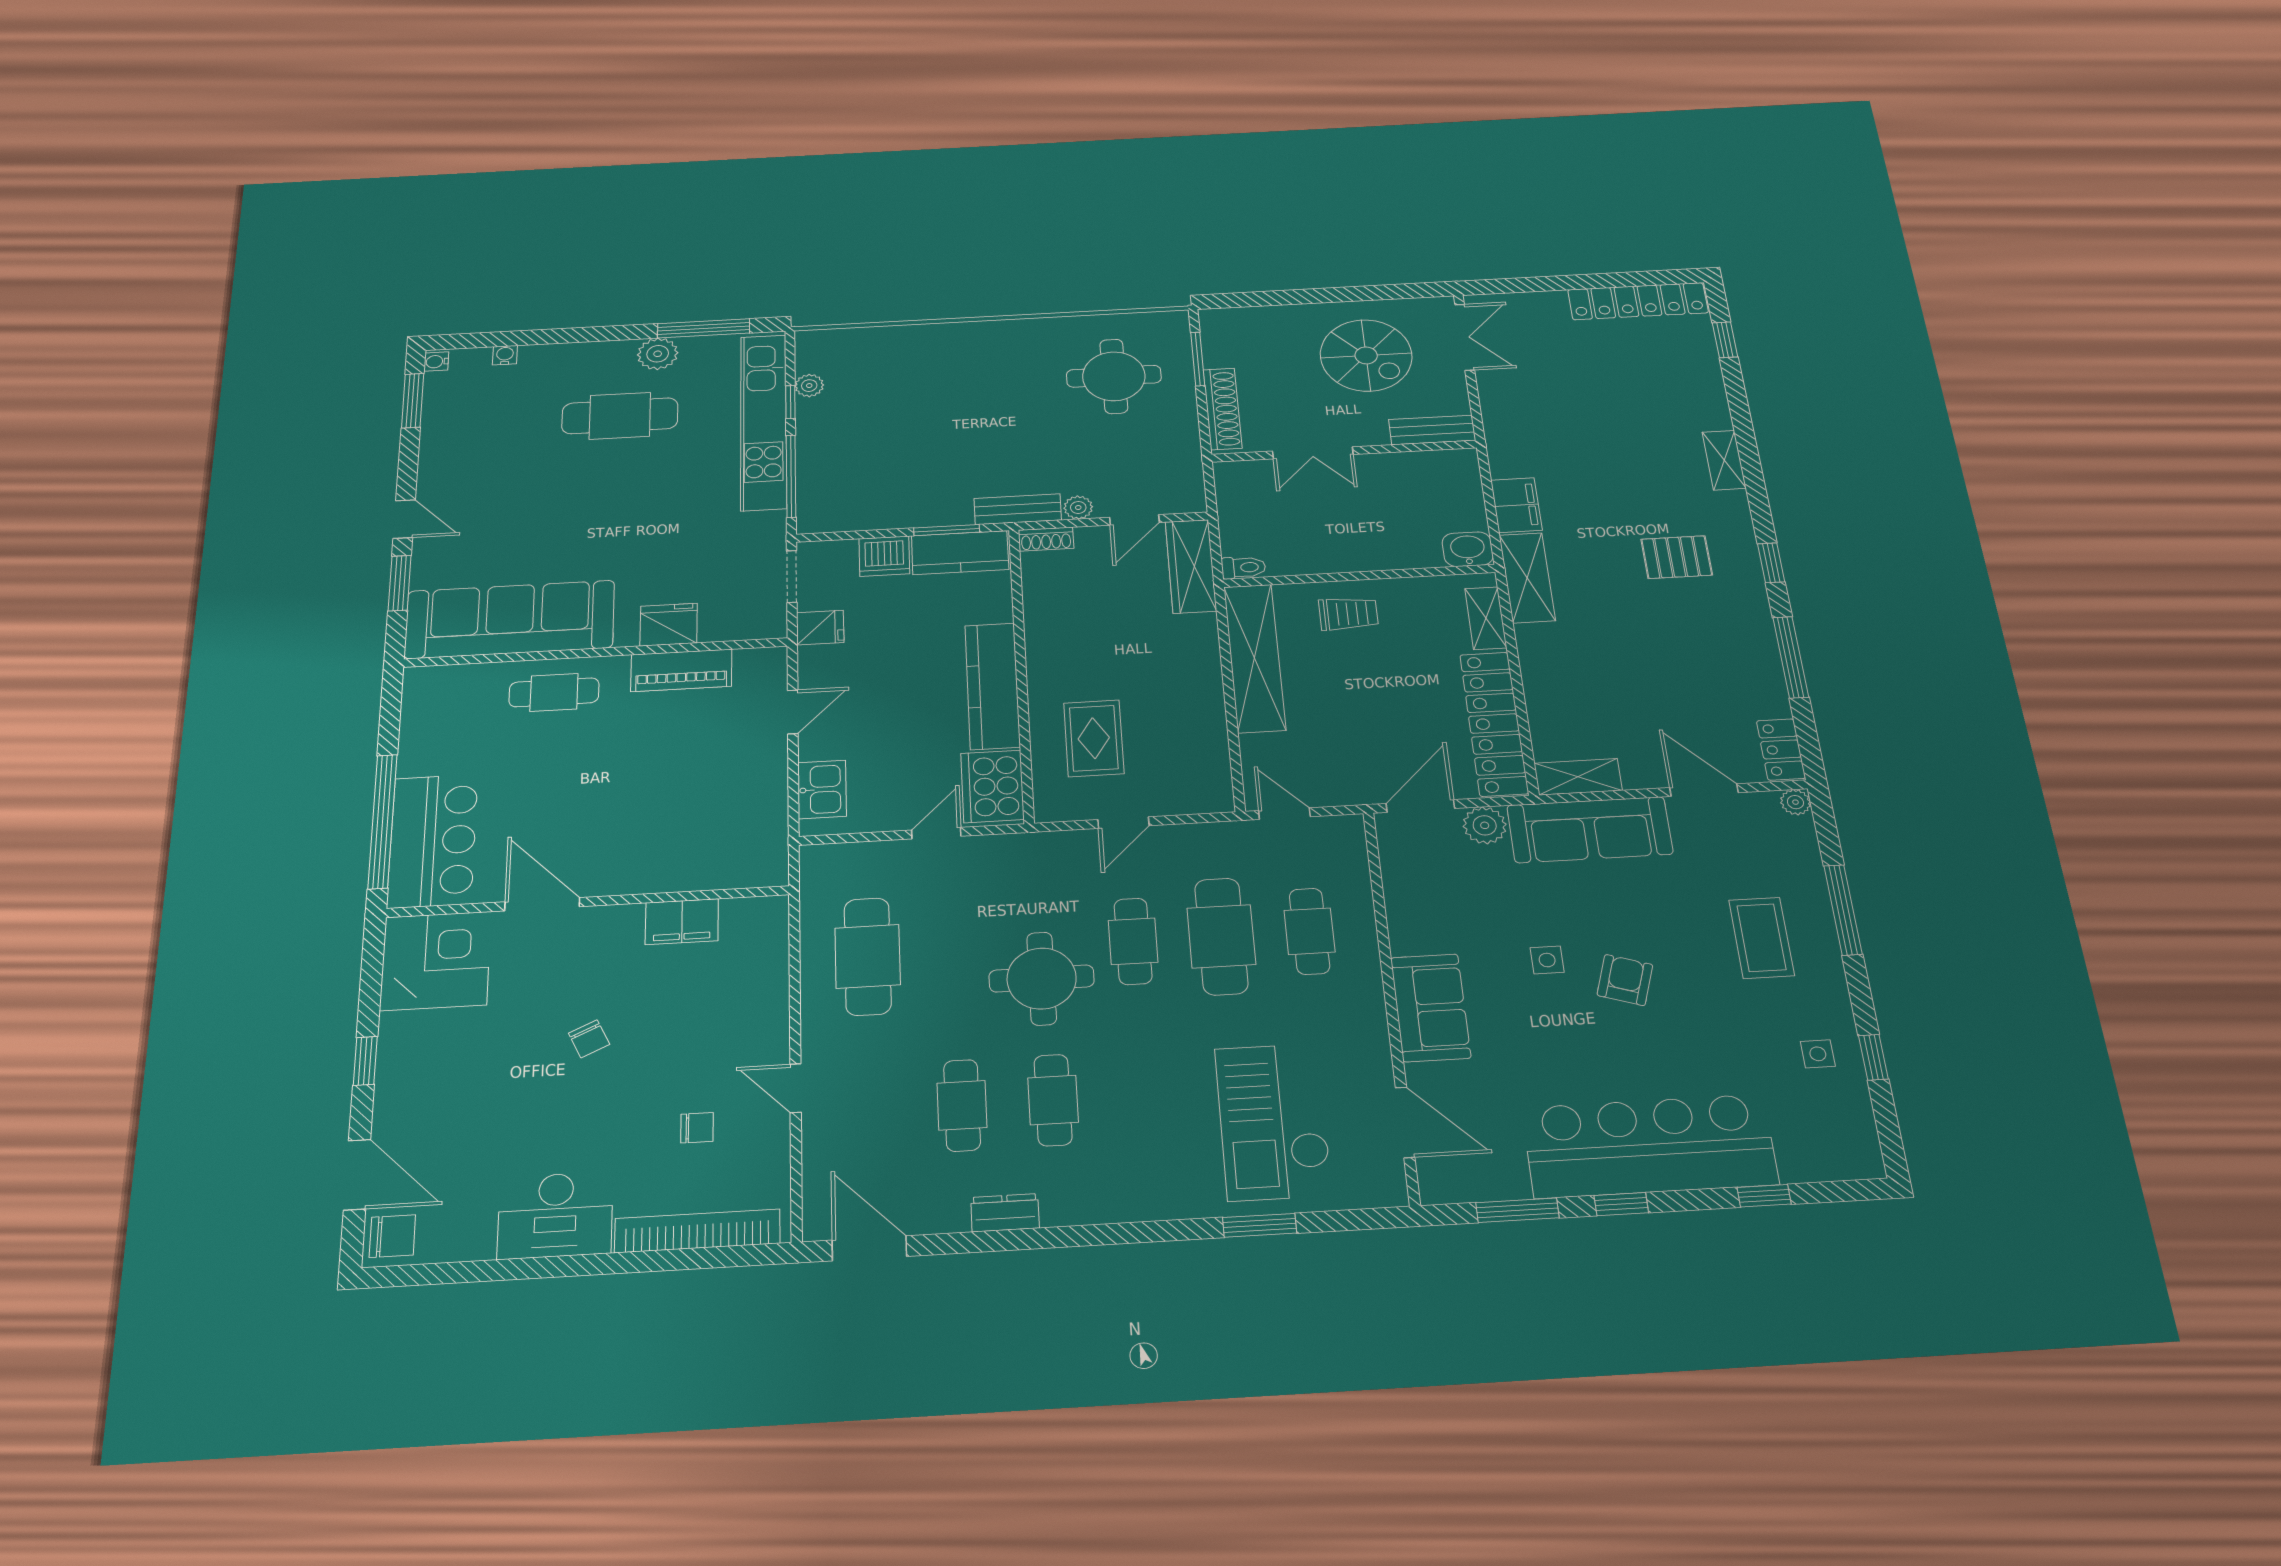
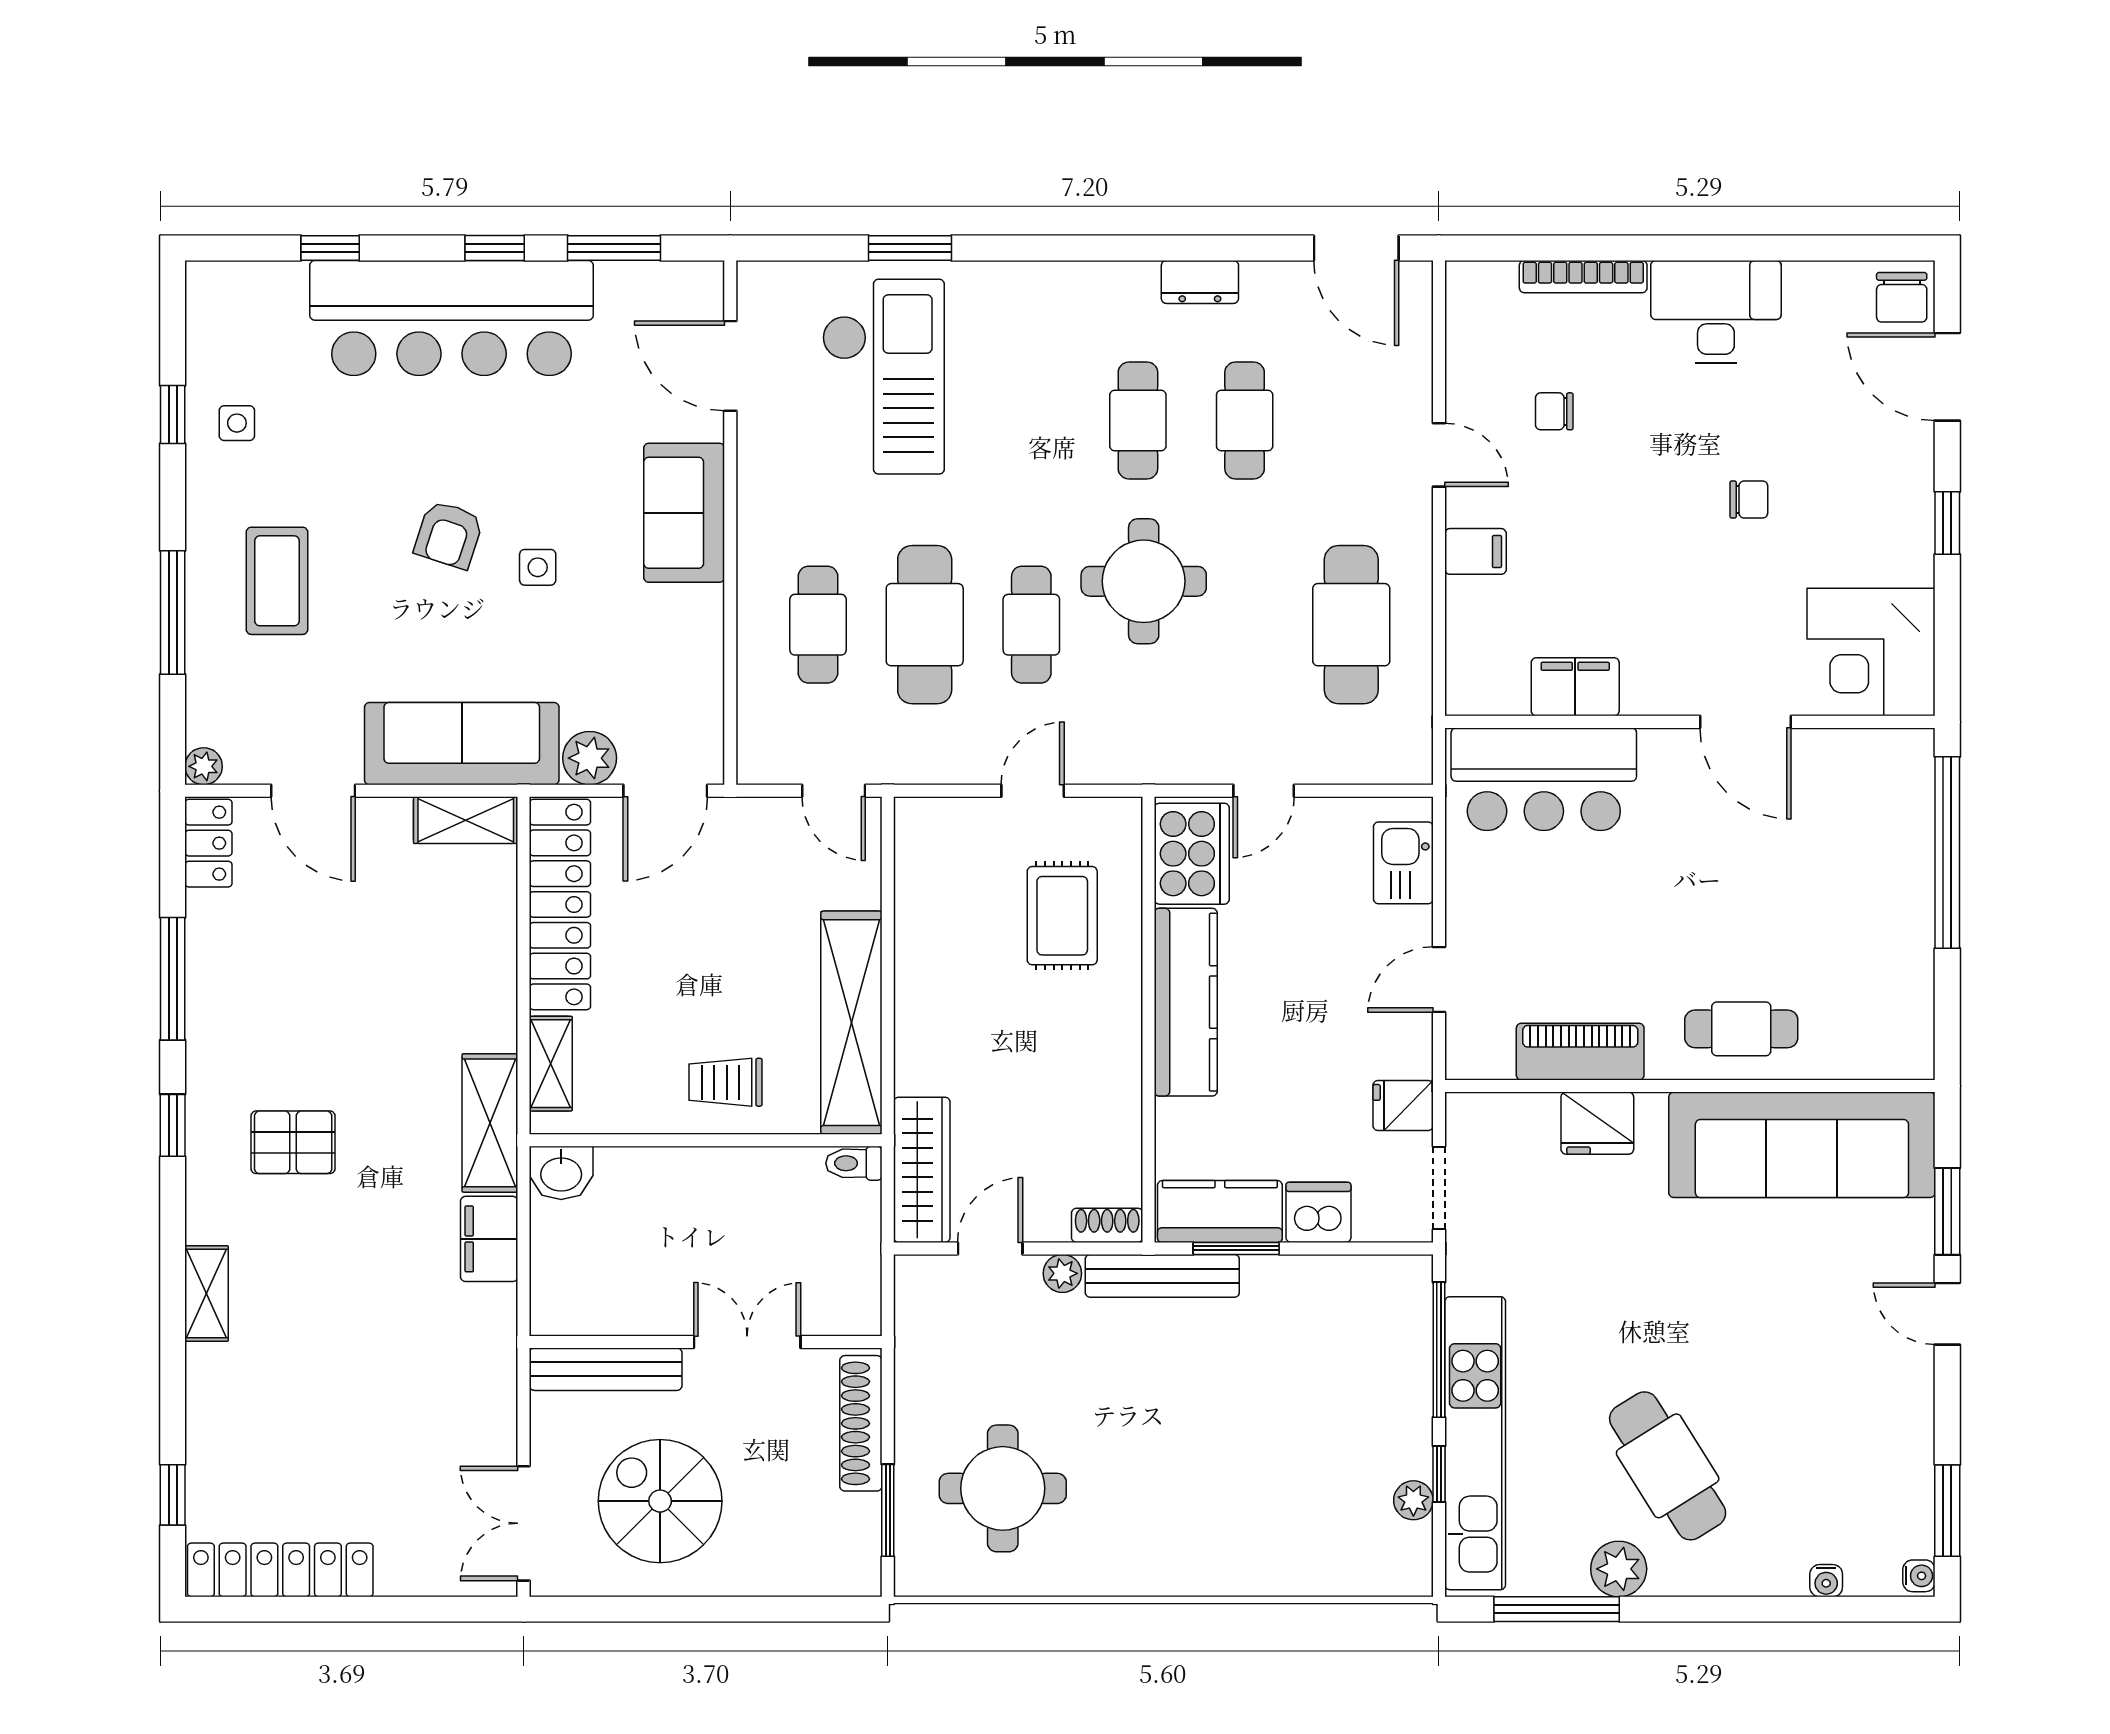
cafe table: (620, 416) -> (1668, 1466), turned 58
bench: (1432, 430) -> (606, 1369), width x1.36
bench: (1018, 509) -> (1162, 1276), width x1.36
bar counter: (433, 841) -> (1544, 779), moved, turned -90
filing cabinet: (764, 1017) -> (1475, 551), added
chair: (589, 1039) -> (1749, 500), moved, turned 115
bookcase: (697, 1231) -> (1583, 277), width x0.68, depth x0.76
chair: (392, 1236) -> (1902, 297), turned -90

